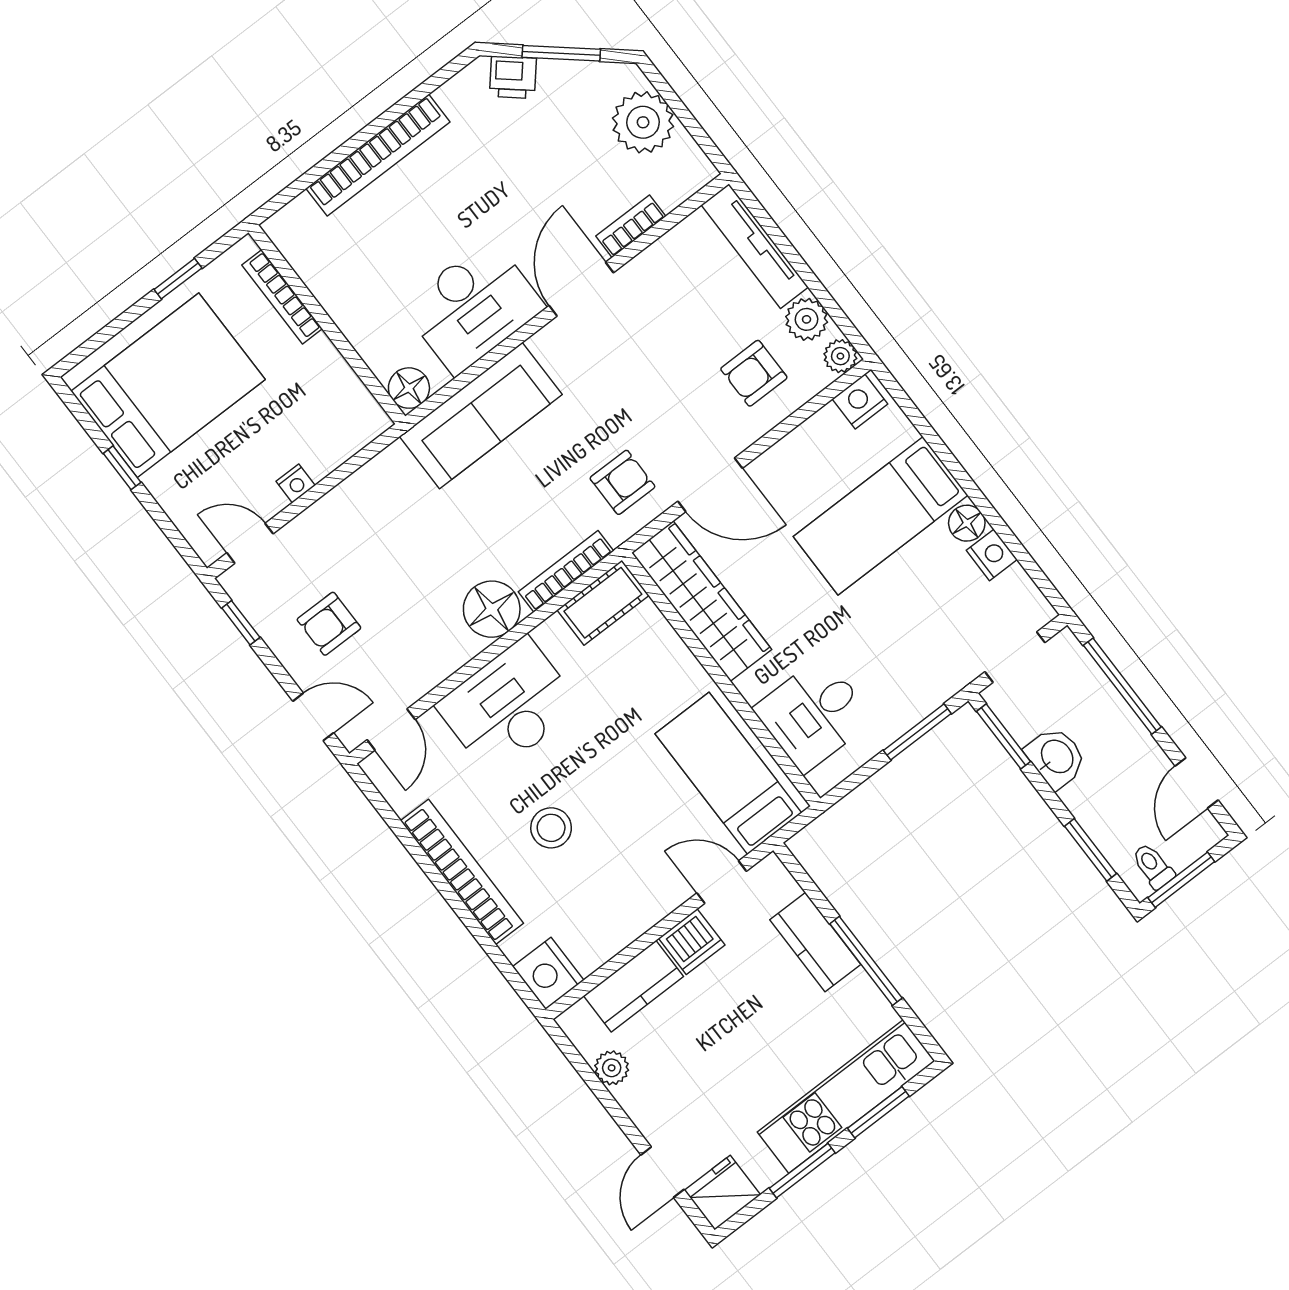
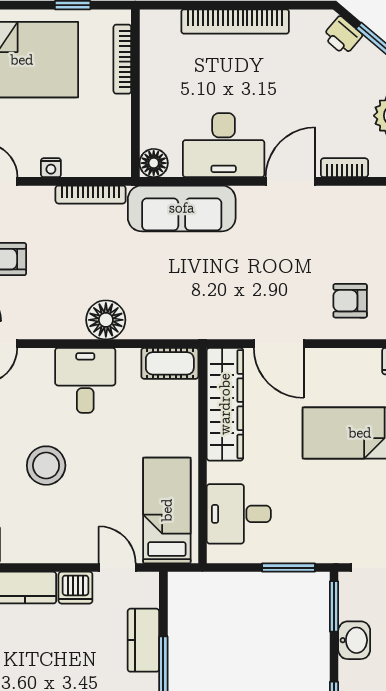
armchair: (622, 482) -> (232, 305), removed
bookcase: (566, 571) -> (91, 195), moved, turned 180
desk: (508, 706) -> (85, 380), width x0.73
stool: (551, 828) -> (46, 466), width x1.38, depth x1.38

